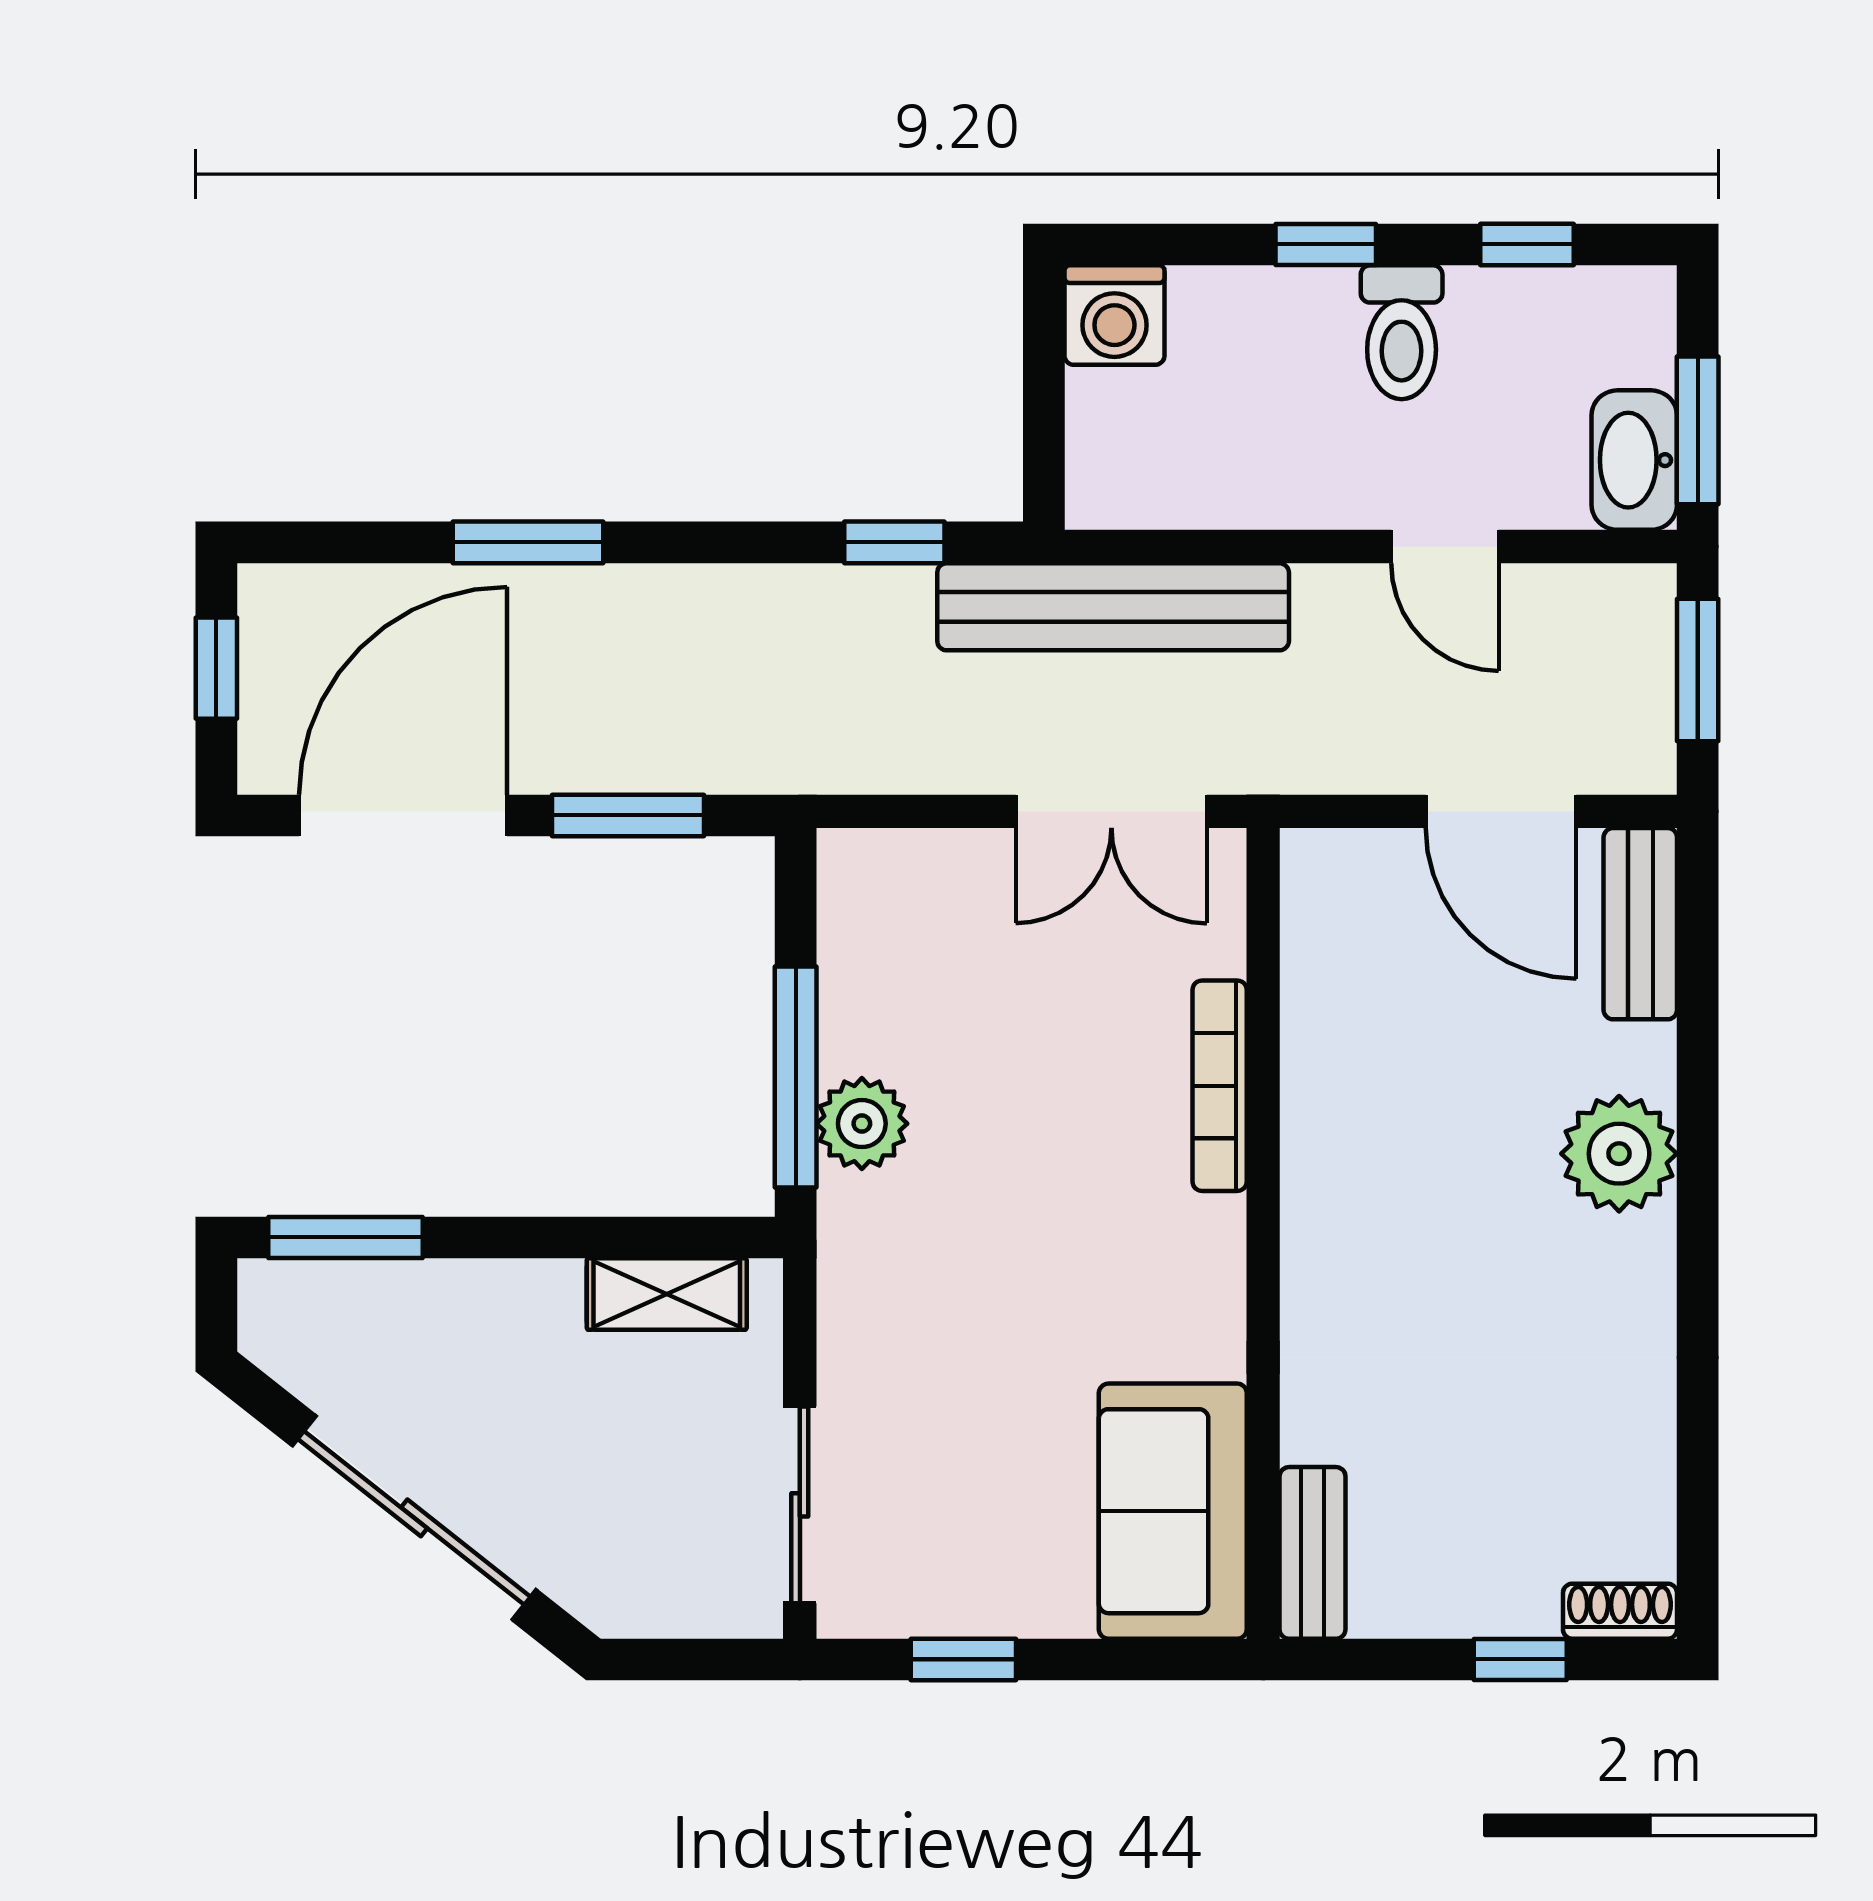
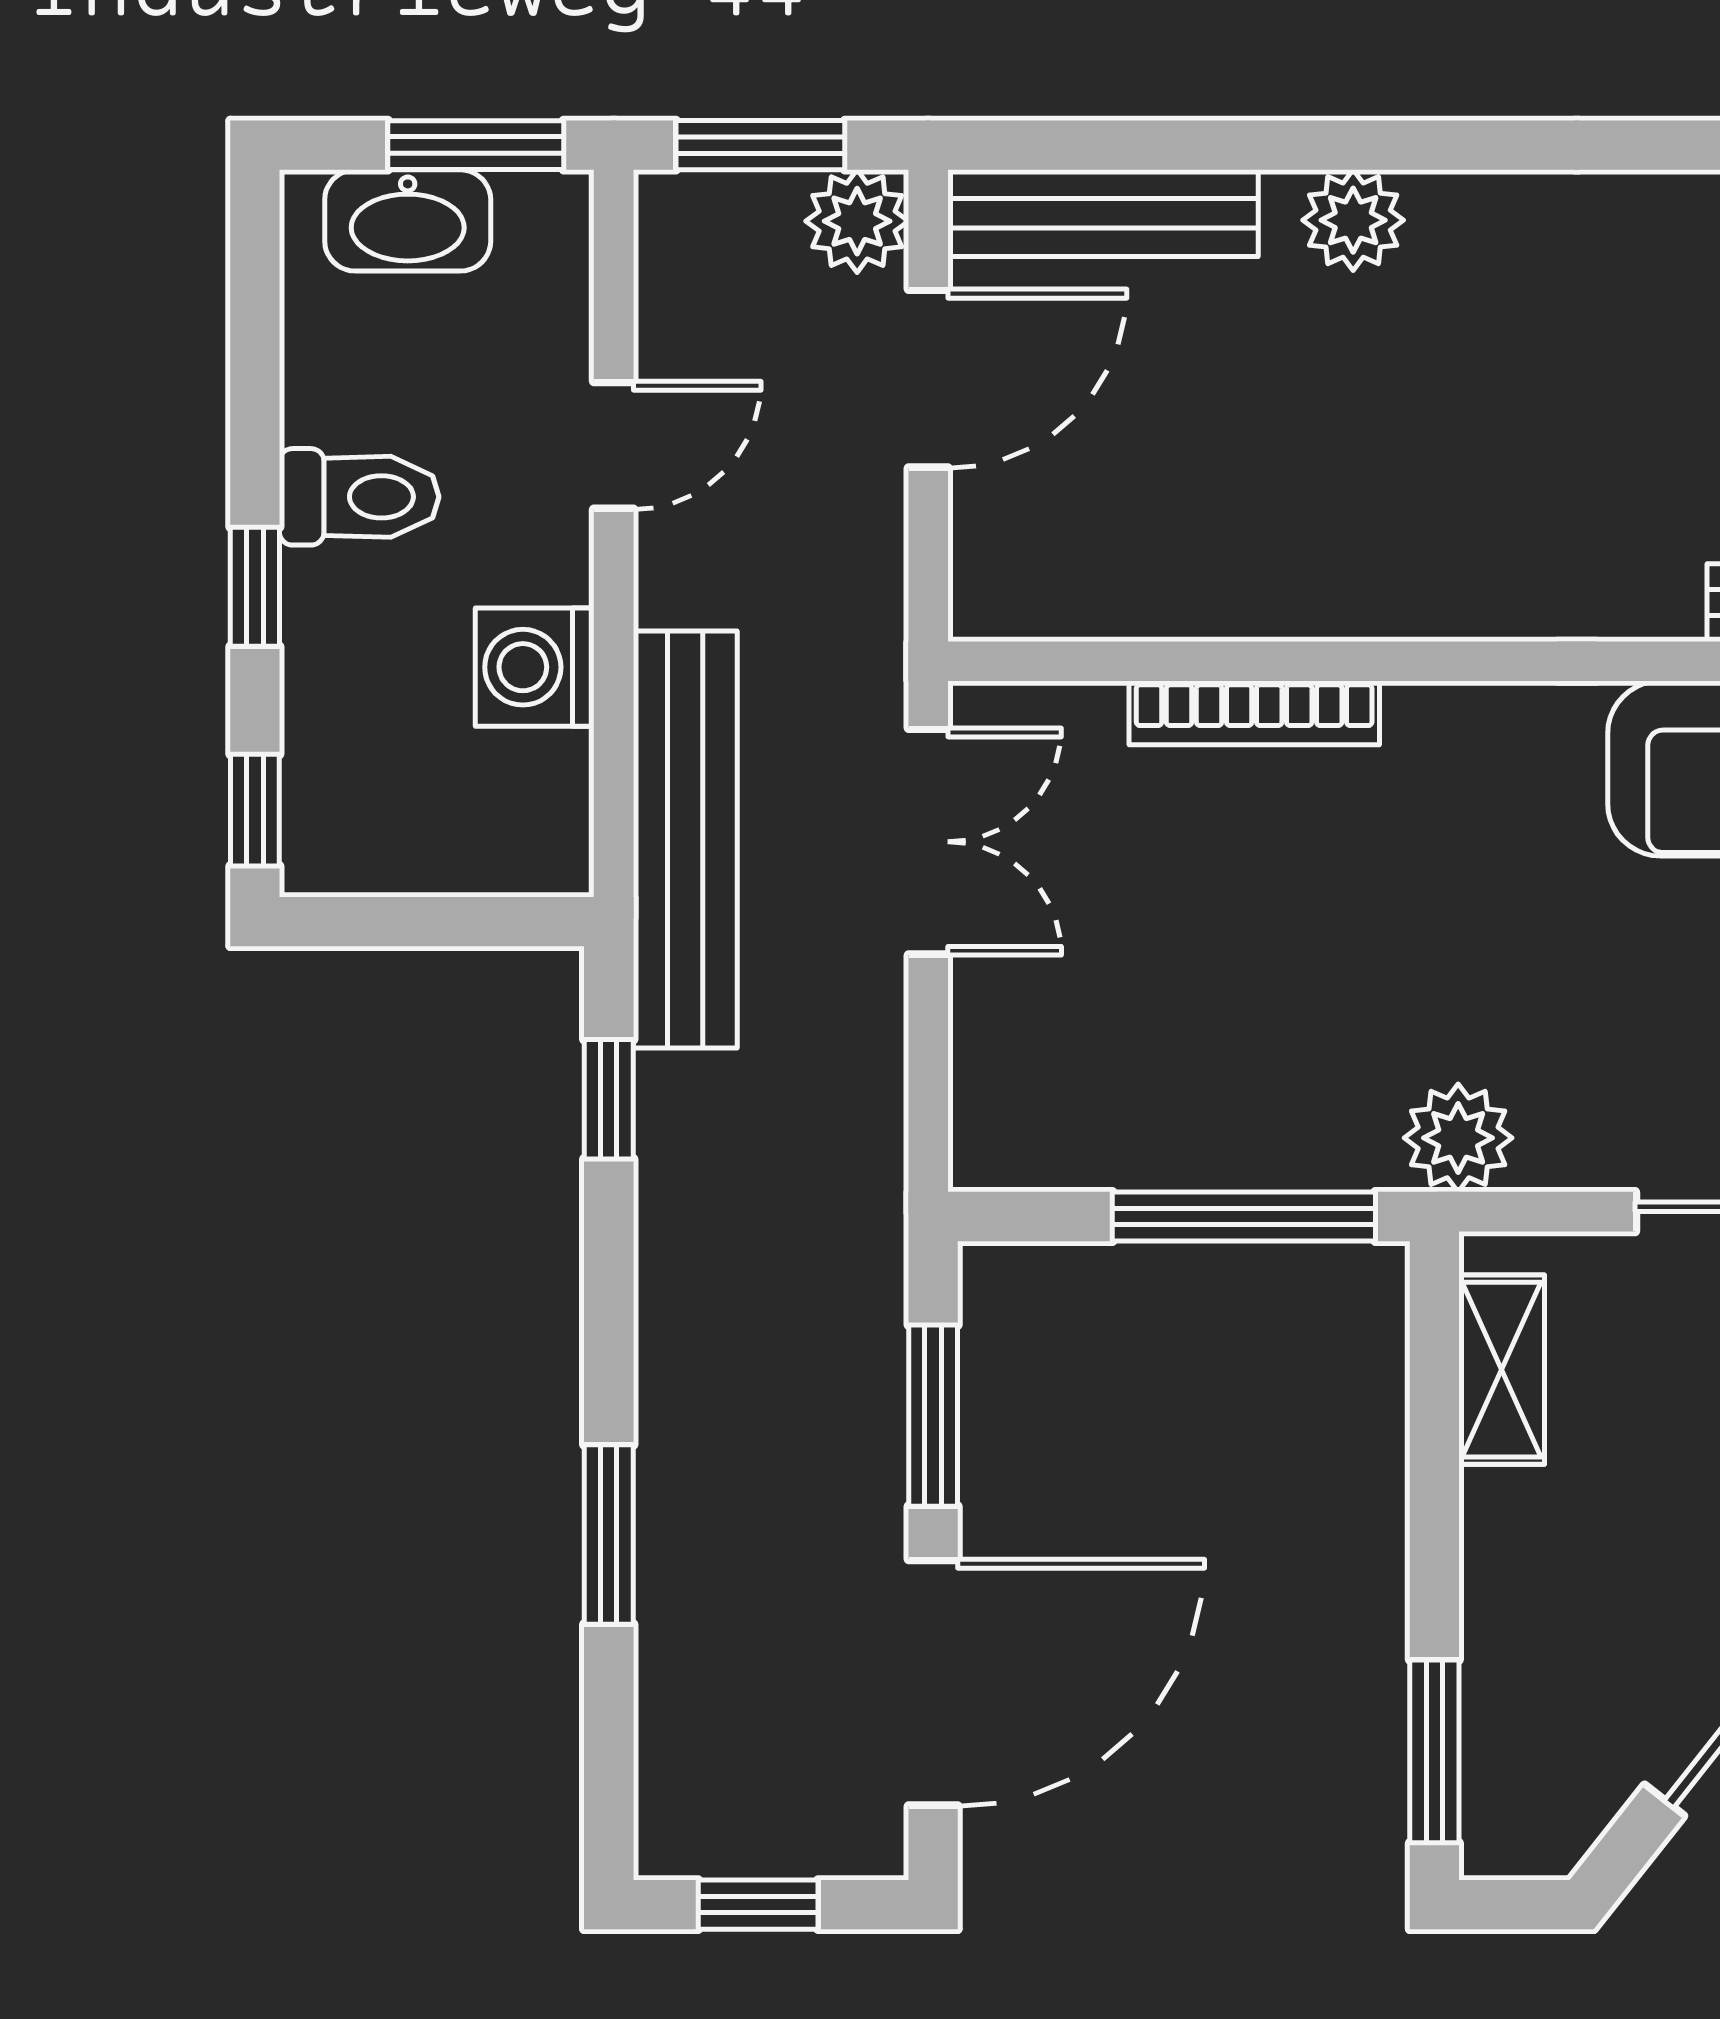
window: (1527, 244) -> (255, 810), moved
washing machine: (1114, 315) -> (535, 667), moved, turned 180
washbasin: (1634, 460) -> (408, 220), moved
plant: (1634, 751) -> (857, 221), added
door: (403, 815) -> (933, 1683), swing flipped
bench: (1640, 924) -> (1103, 213), width x1.36
plant: (862, 1124) -> (1458, 1138), moved
plant: (1619, 1154) -> (1353, 220), width x0.73, depth x0.73

